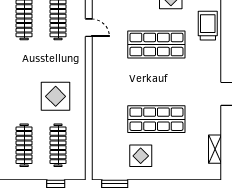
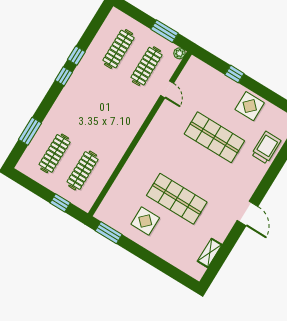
display table: (56, 96) -> (105, 129), removed

